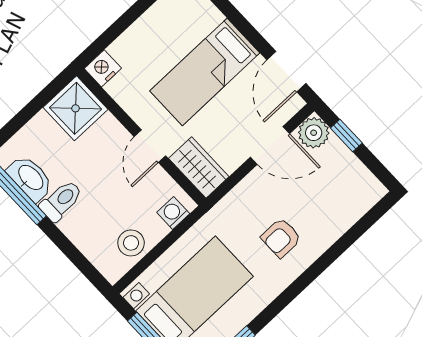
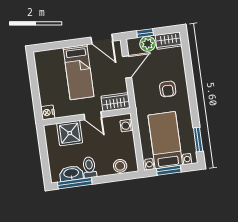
shower: (75, 108) -> (70, 133), moved
plant: (314, 133) -> (148, 44), moved
wardrobe: (362, 183) -> (169, 41), added
stool: (131, 243) -> (120, 166), moved

